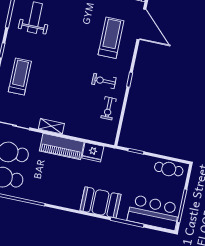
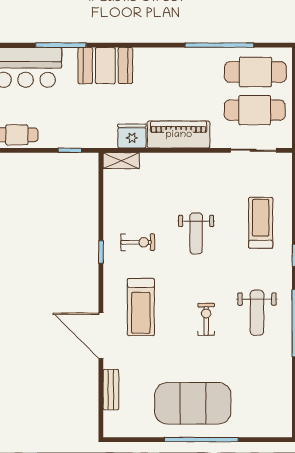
treadmill: (20, 77) -> (261, 223), turned 180
weight bench: (64, 79) -> (196, 233), added
exercise bike: (108, 108) -> (206, 319), moved
shelving: (51, 126) -> (121, 161), moved

